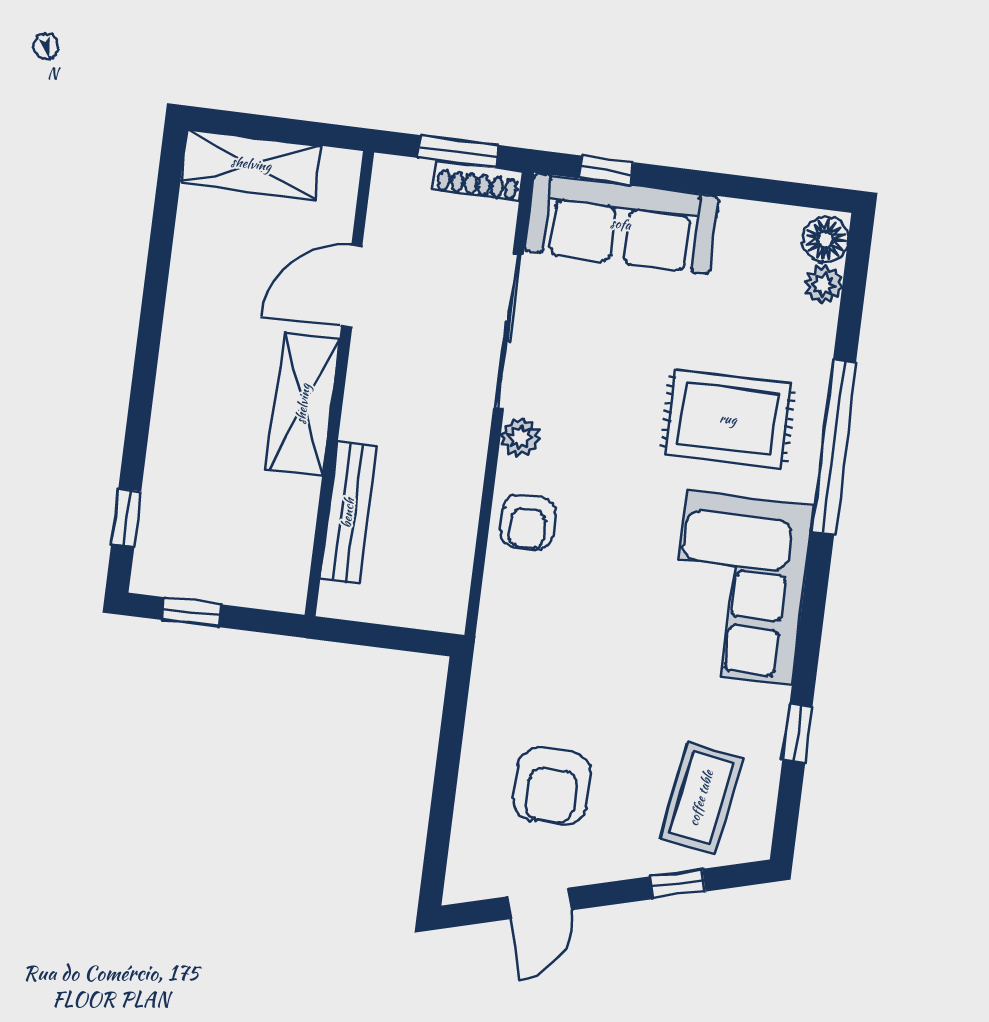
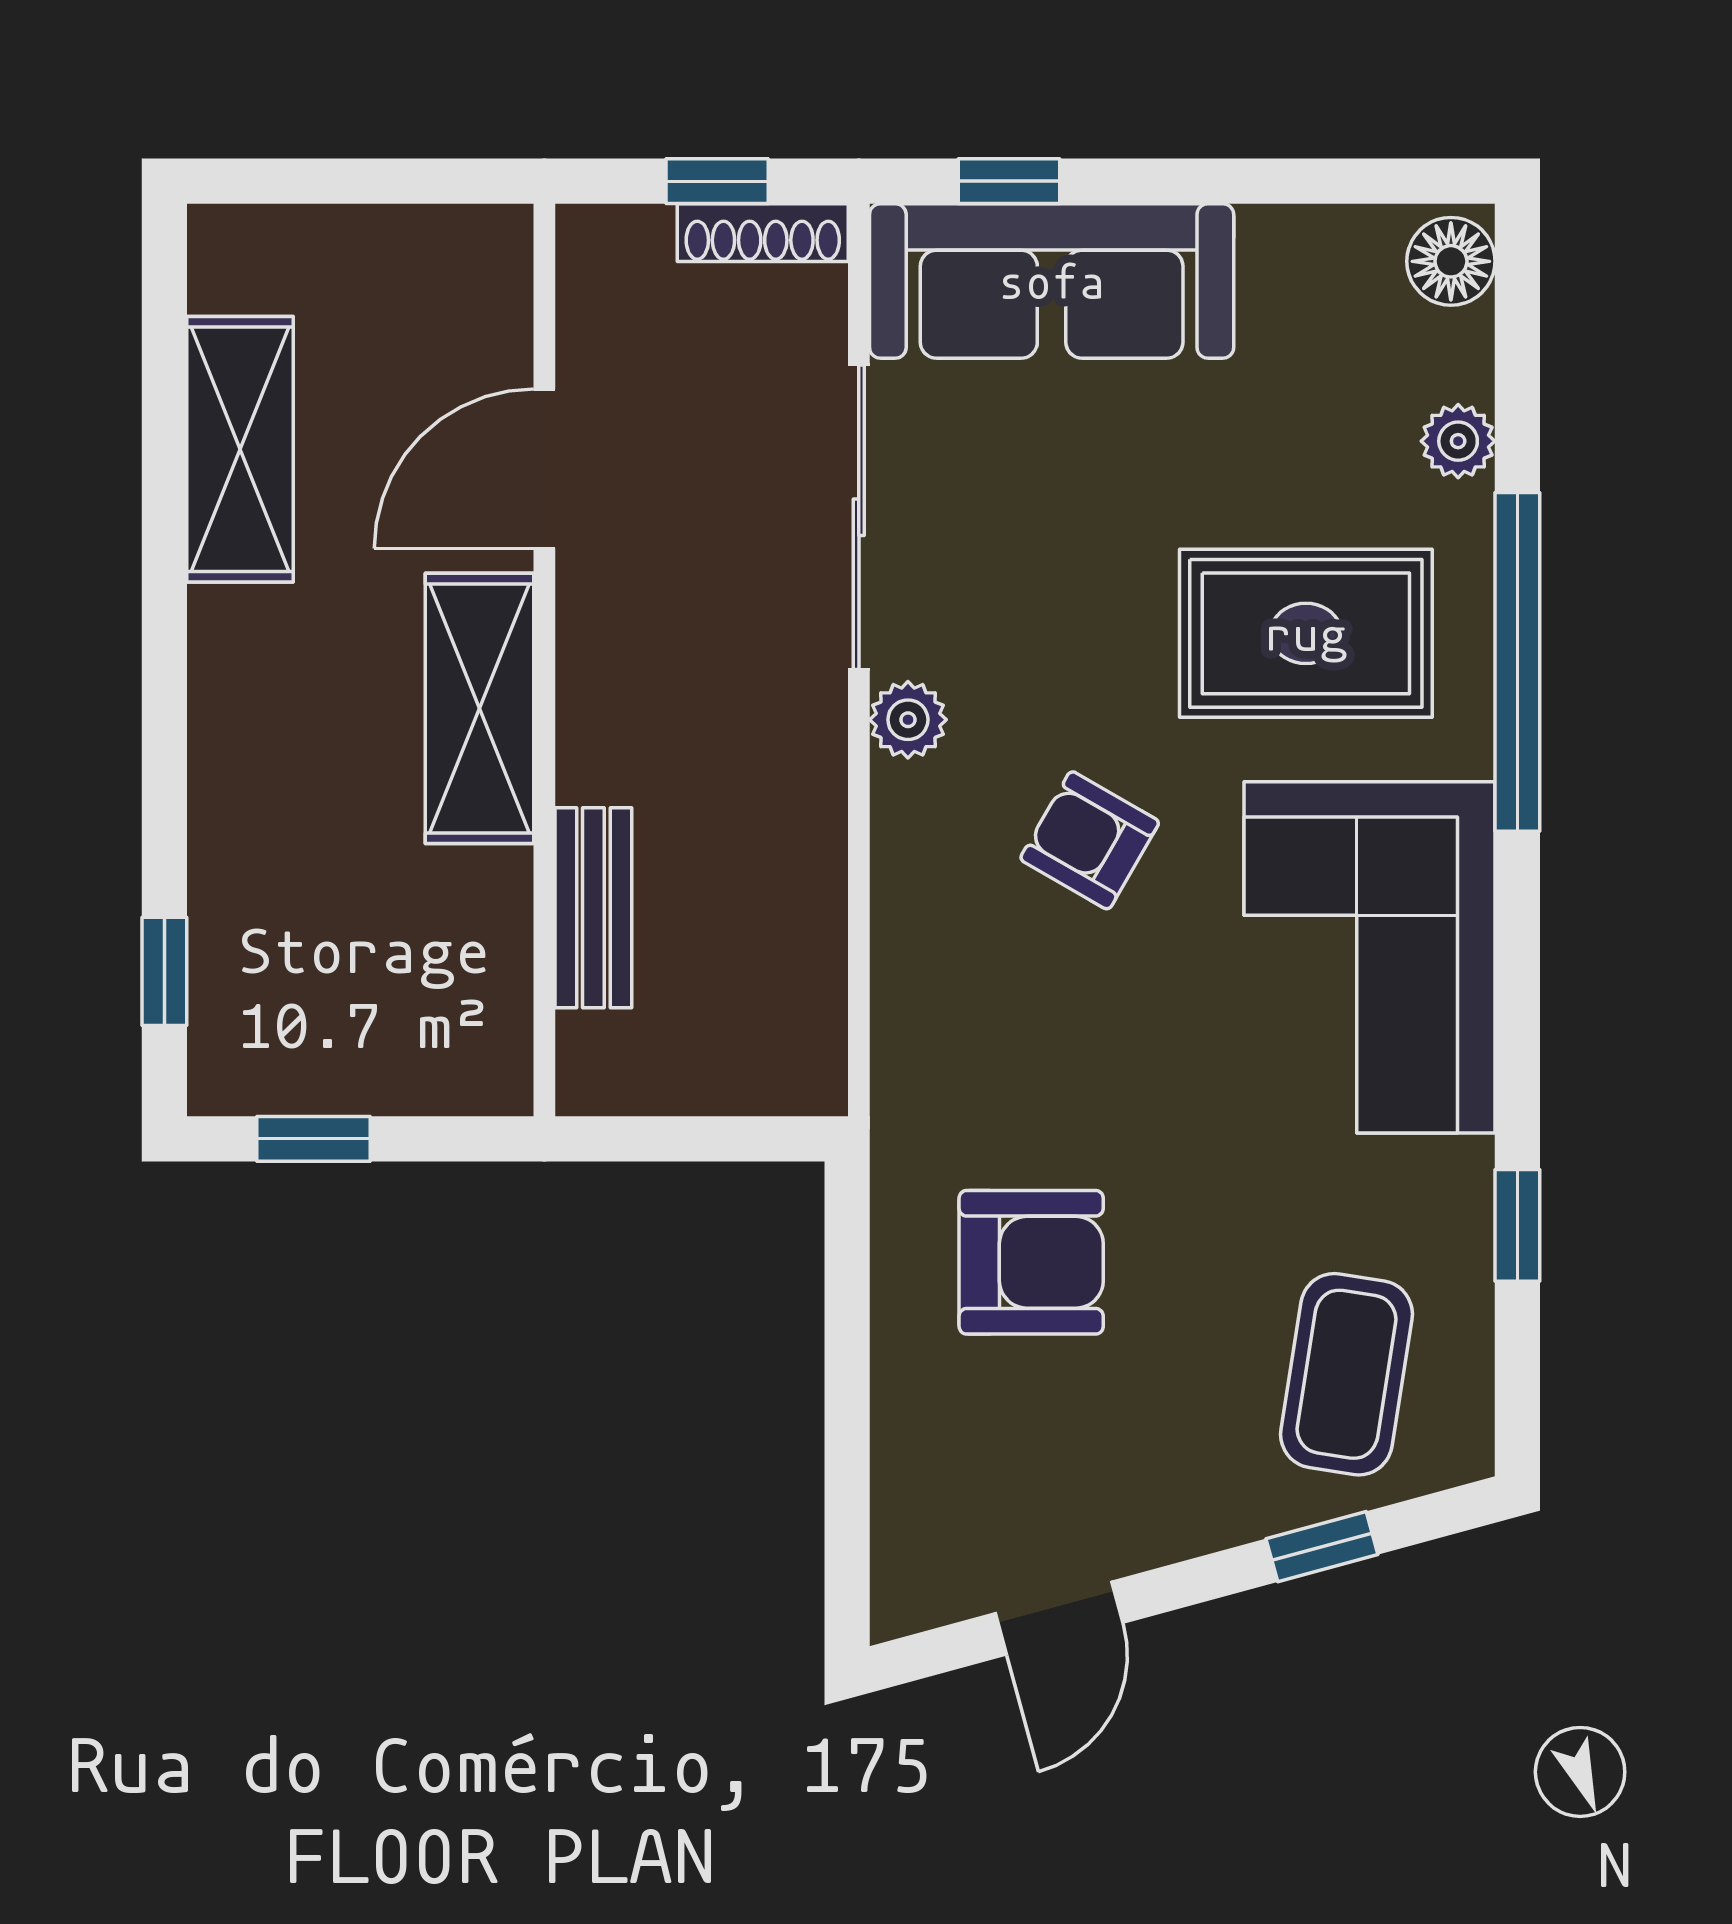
window: (458, 151) -> (717, 181), width x0.67
shelving: (251, 164) -> (240, 449), moved, turned 90
plant: (823, 284) -> (1458, 441), moved
bench: (348, 513) -> (593, 908), width x0.73
armchair: (528, 522) -> (1090, 840), moved, turned 120
armchair: (552, 786) -> (1031, 1262), moved, turned -90

